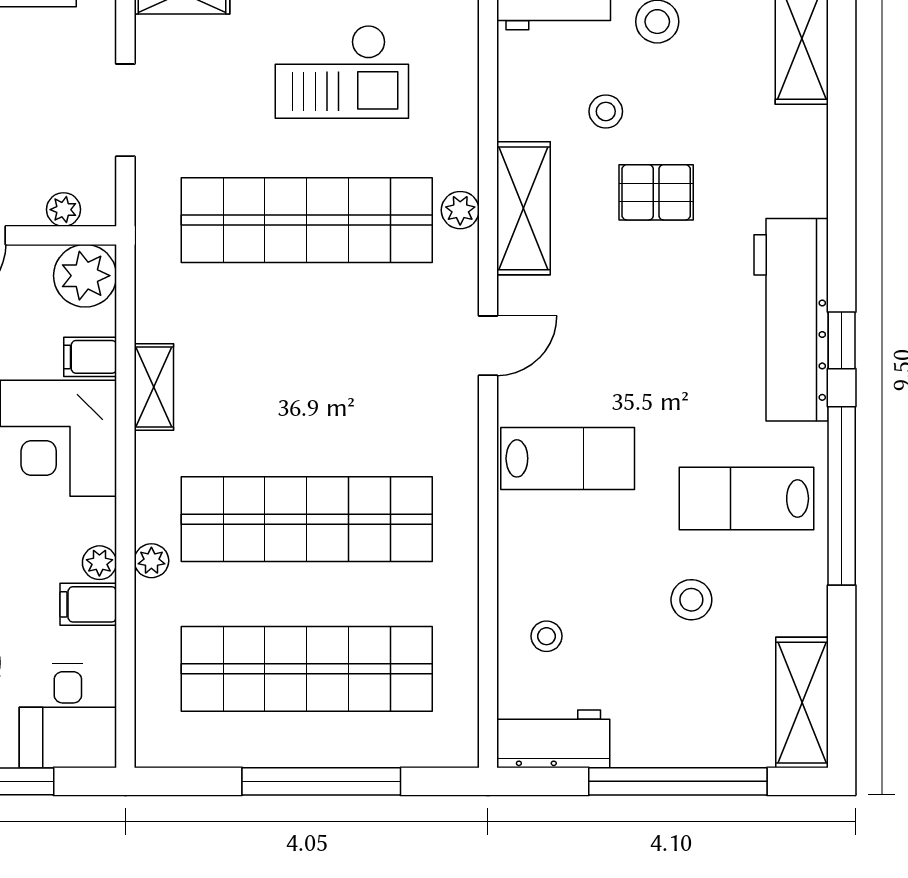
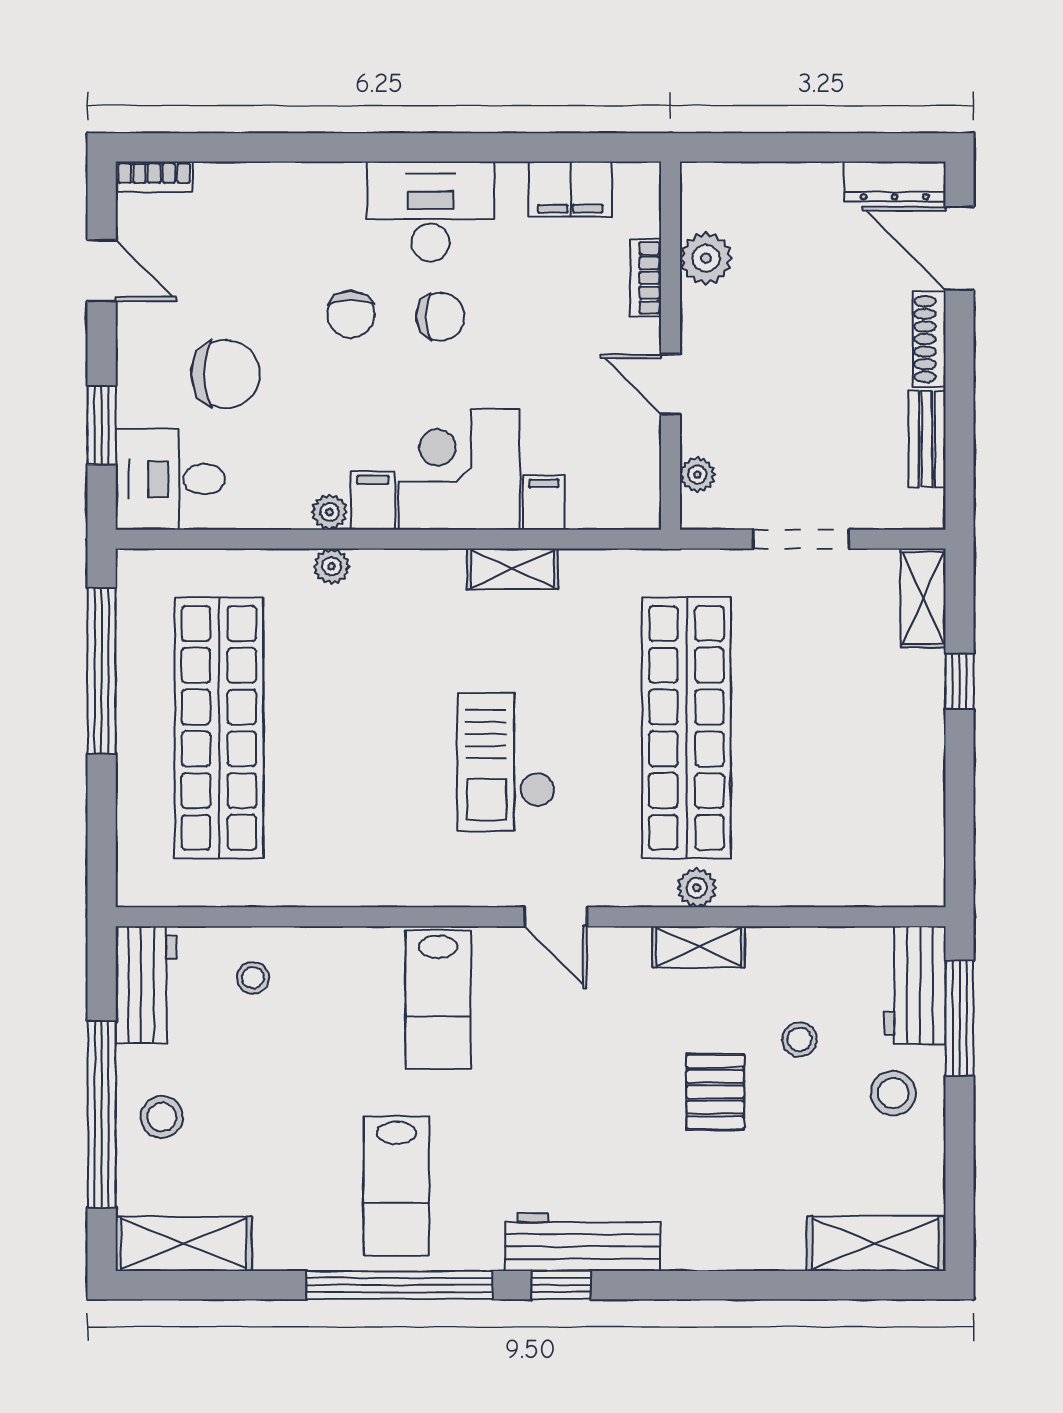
checkout: (342, 72) -> (506, 762), moved
shelving: (524, 208) -> (699, 947), width x0.67, depth x0.75
plant: (85, 276) -> (628, 497), removed
workbench: (791, 320) -> (583, 1242), width x0.73, depth x0.76
lab bench: (747, 498) -> (396, 1186), turned 180
shop shelf: (307, 519) -> (375, 728), removed
stool: (691, 600) -> (162, 1117), moved
filing cabinet: (88, 604) -> (373, 500), moved
window: (321, 781) -> (102, 671), moved

